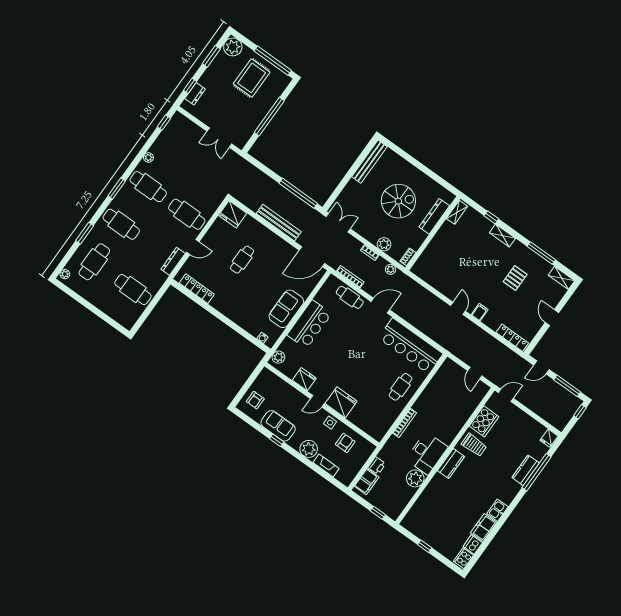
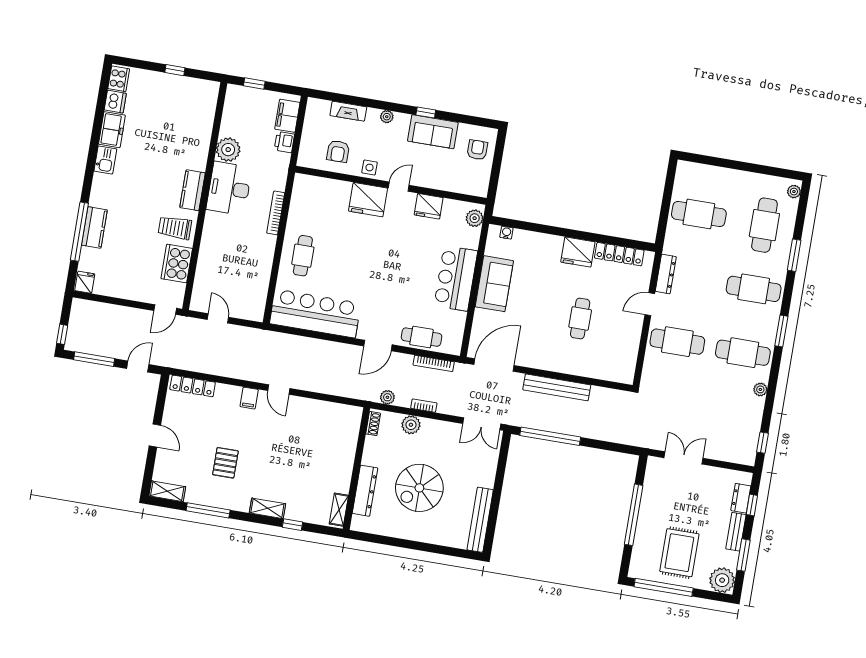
bench: (209, 74) -> (736, 532), added
fridge: (233, 214) -> (578, 252), moved, turned 180
plant: (309, 449) -> (387, 117), width x0.53, depth x0.53

